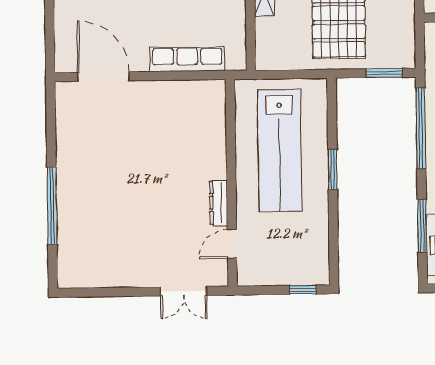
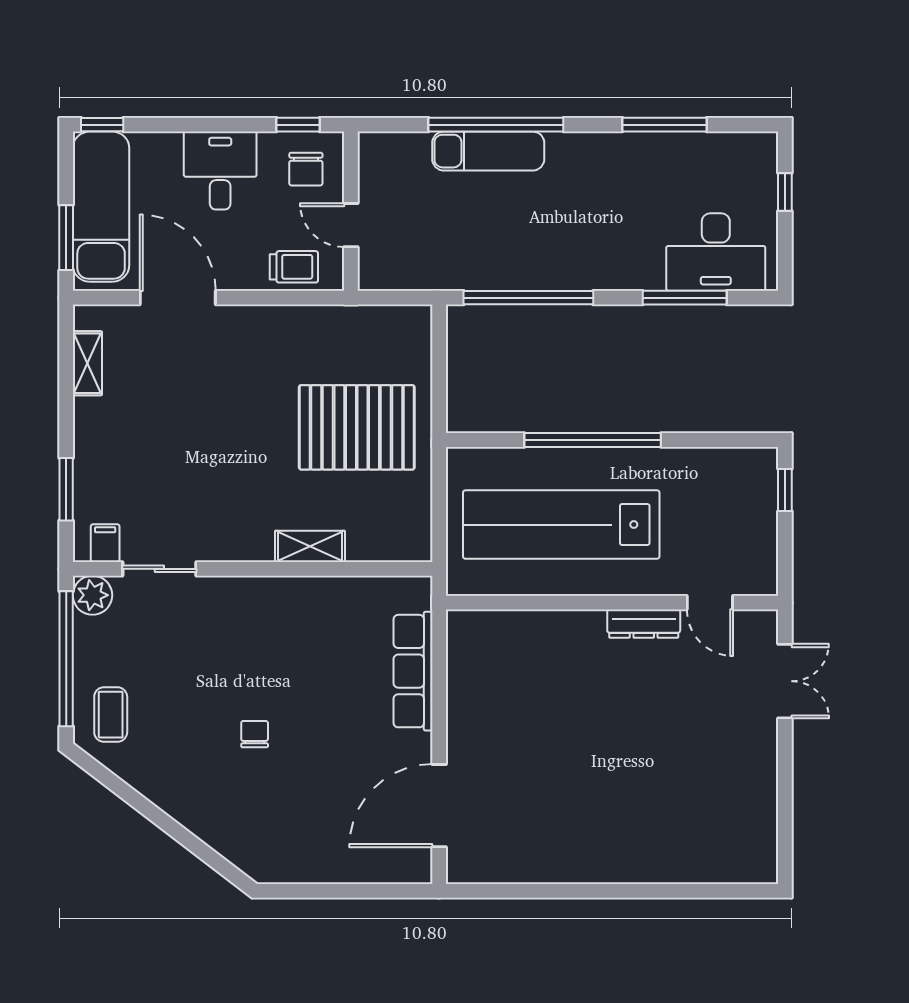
window: (384, 73) -> (439, 355), removed
lab bench: (280, 151) -> (561, 525), turned 180
window: (333, 170) -> (593, 440), width x2.11
window: (52, 206) -> (645, 891), removed

